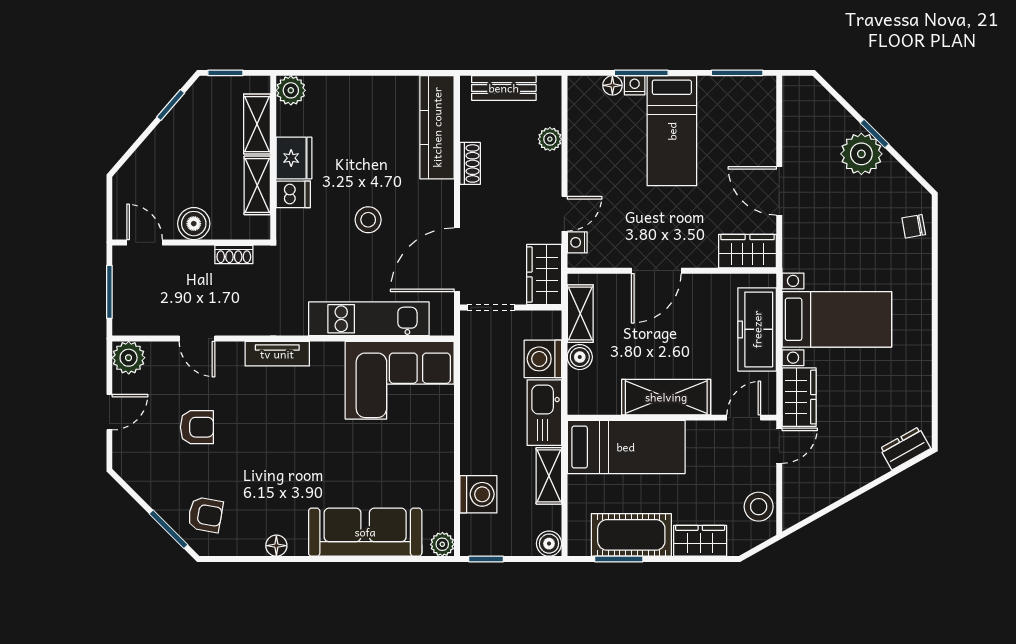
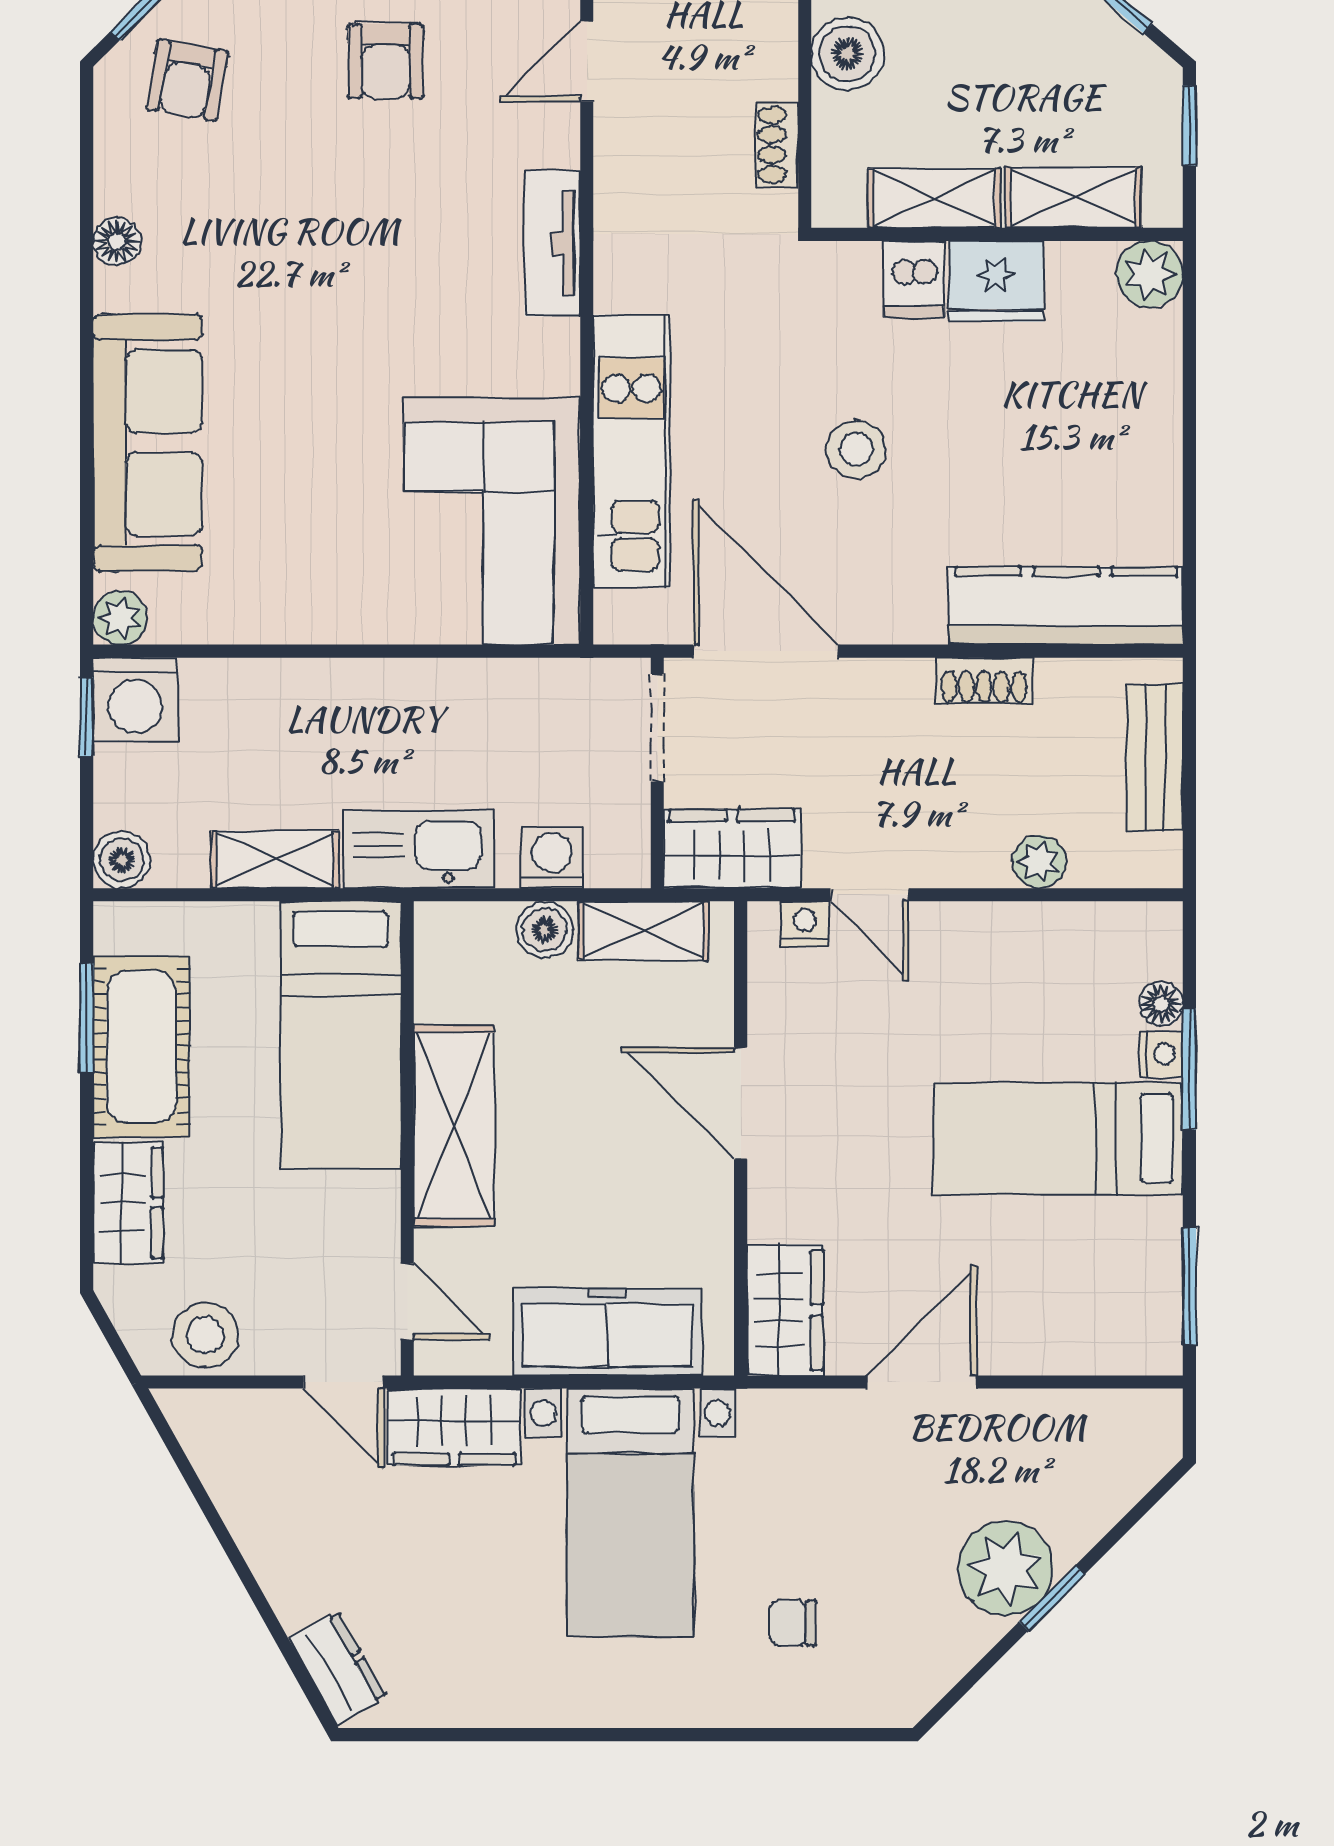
chair: (914, 226) -> (793, 1623), moved, turned -80
washing machine: (543, 359) -> (552, 858), width x0.73, depth x0.73
washing machine: (478, 494) -> (135, 700), moved

